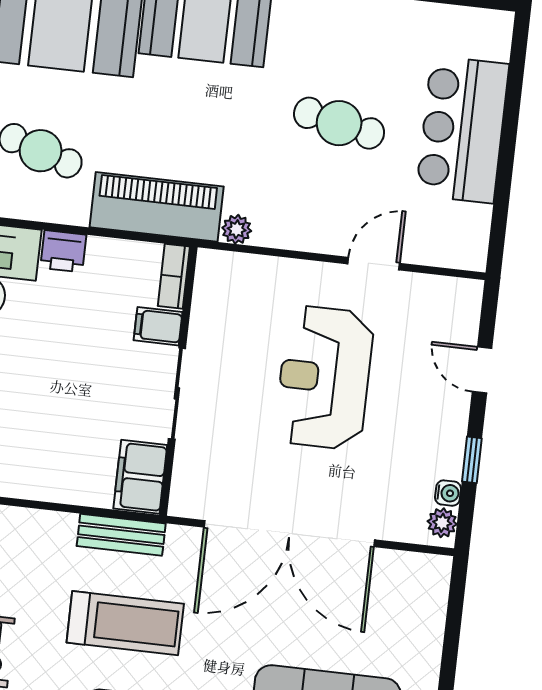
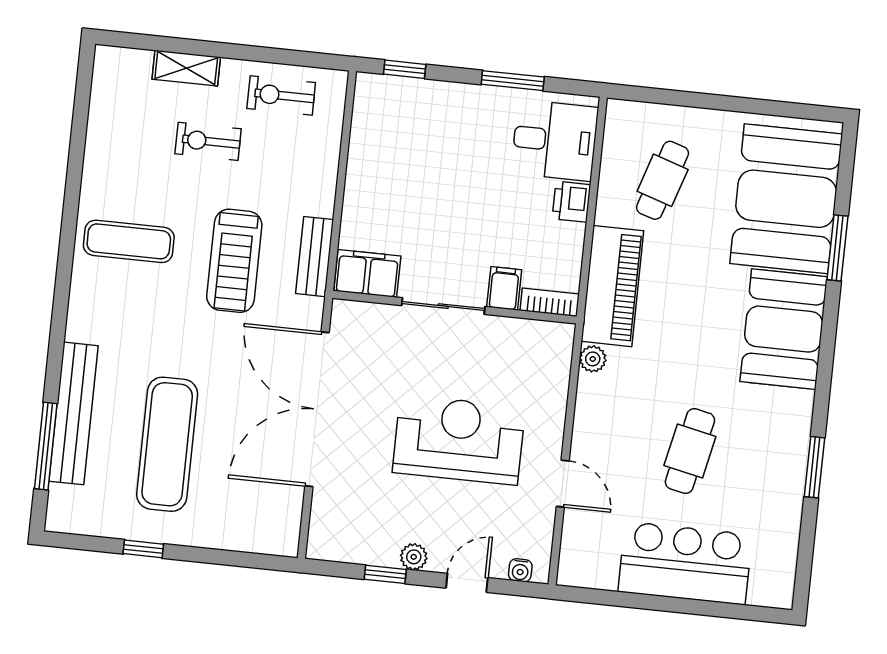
water cooler: (448, 493) -> (520, 570), moved
plant: (442, 523) -> (414, 557), moved

